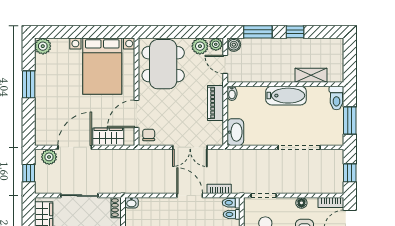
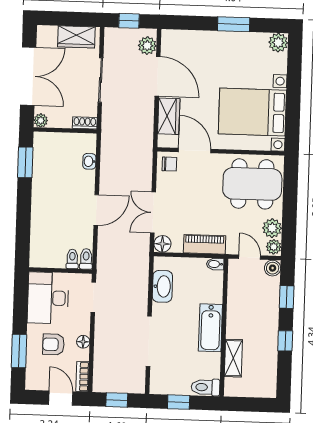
window: (258, 32) -> (287, 297), width x0.67
door: (225, 64) -> (250, 257), hinge flipped
window: (350, 120) -> (179, 402), width x0.67
washbasin: (235, 132) -> (162, 286), moved, turned -90
floor lamp: (216, 139) -> (162, 244), added
bookcase: (219, 189) -> (103, 245), removed
washbasin: (131, 203) -> (89, 161), moved

